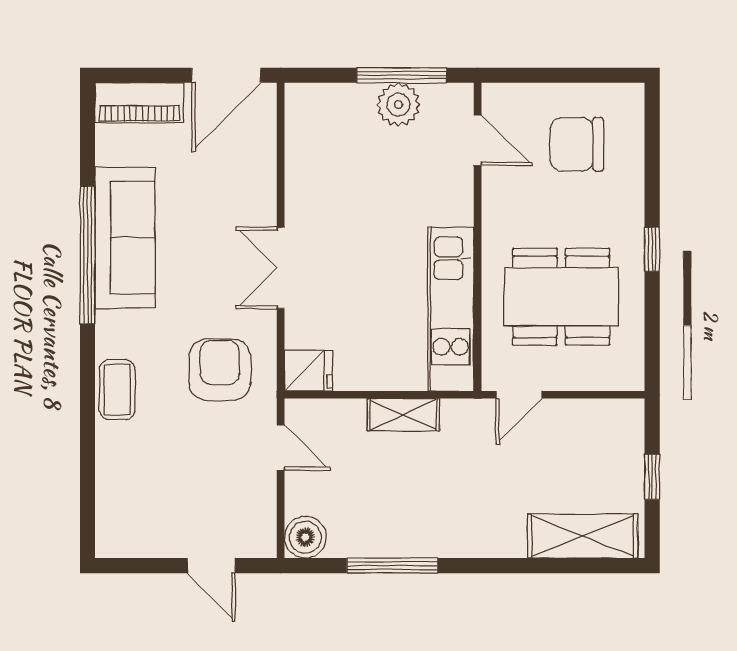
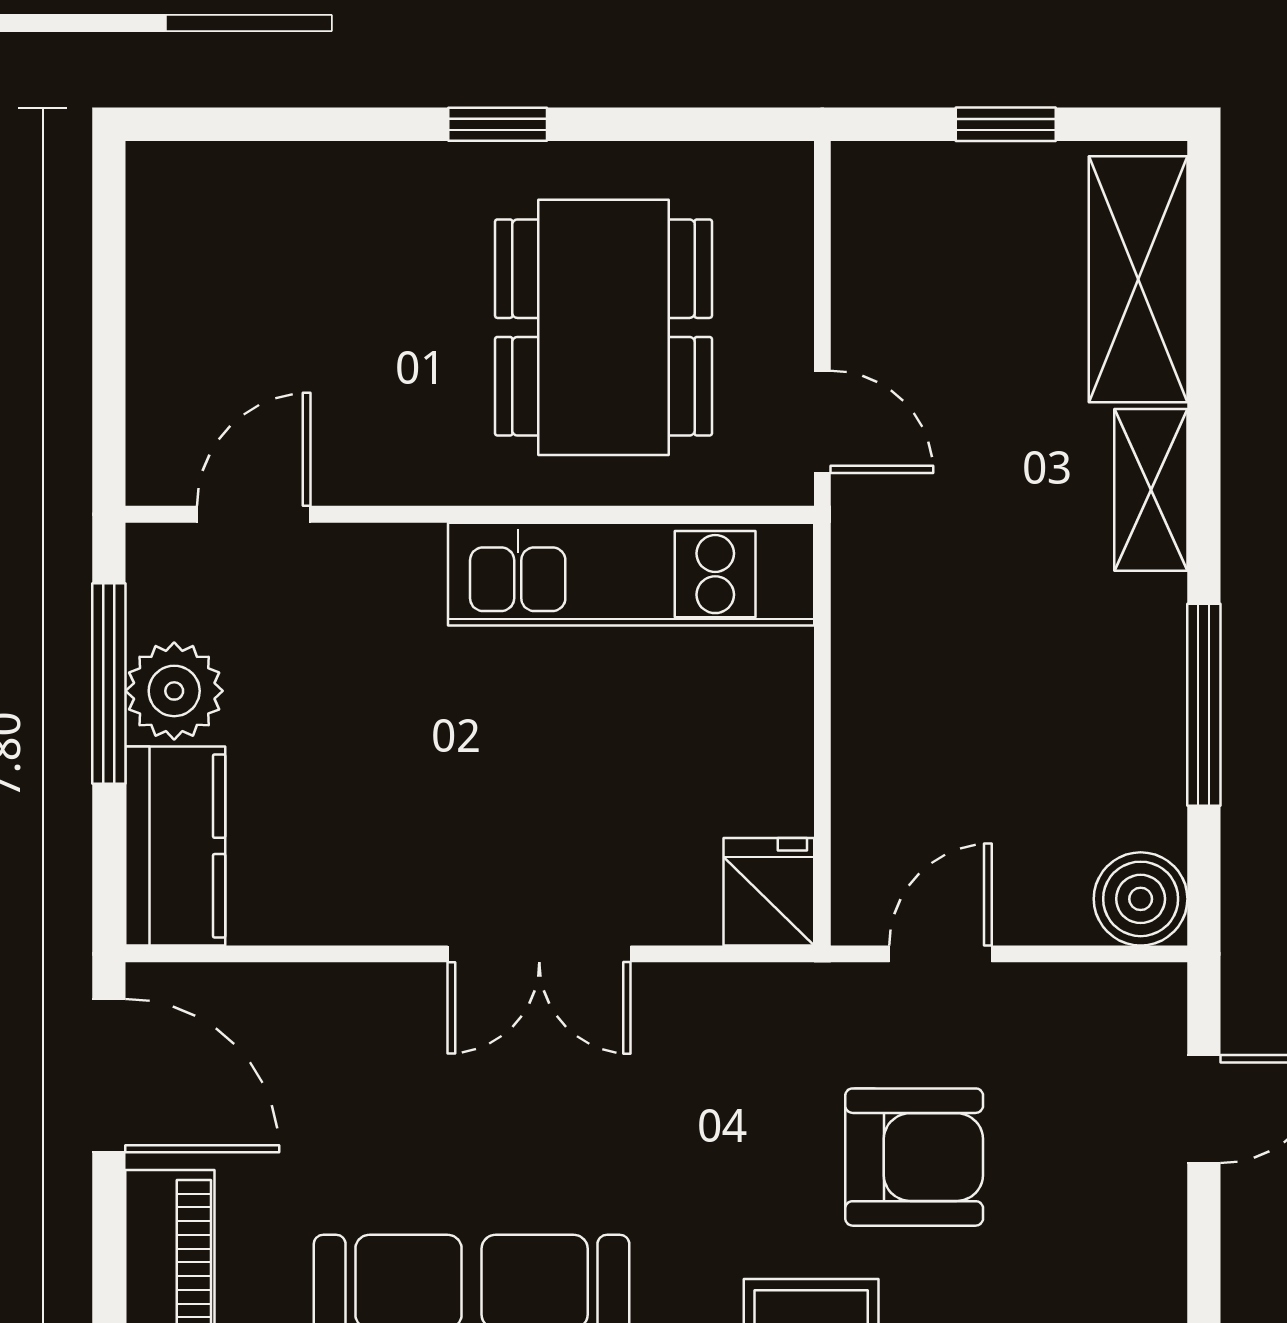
kitchen counter: (329, 105) -> (175, 846), added
chair: (577, 144) -> (263, 293), removed
armchair: (220, 370) -> (914, 1157), moved, turned 180
shelving: (403, 415) -> (1151, 490), moved

